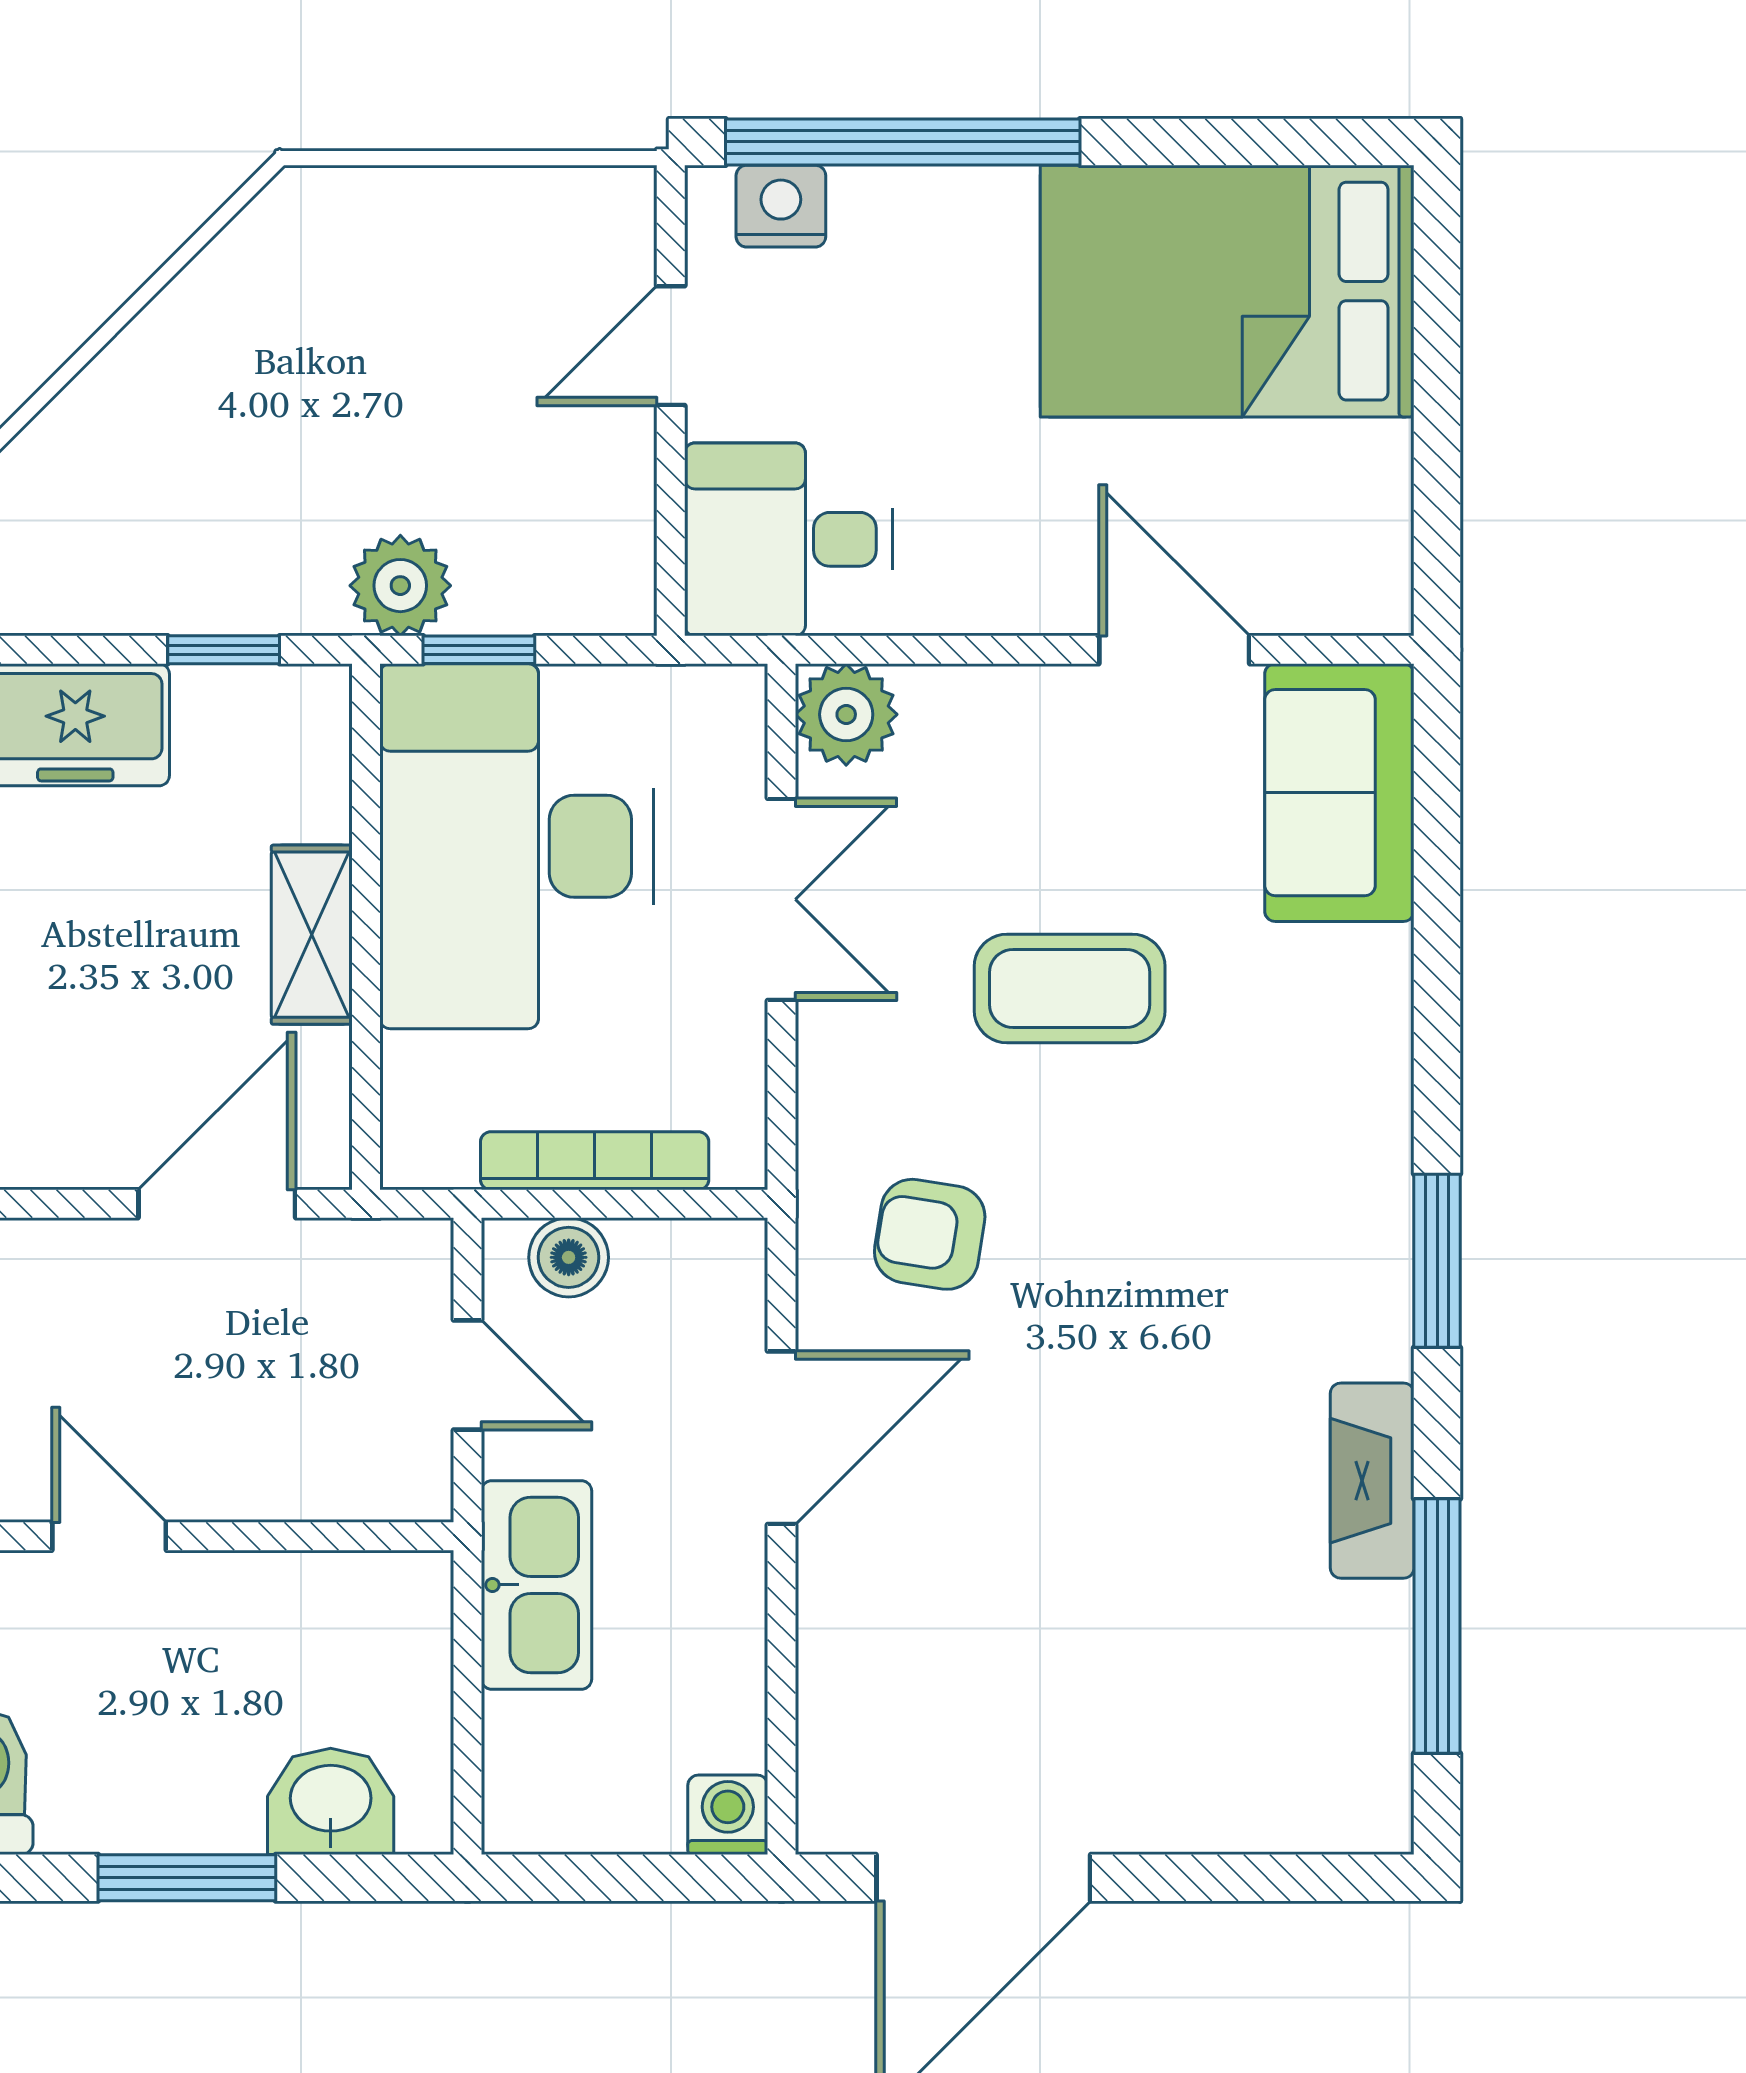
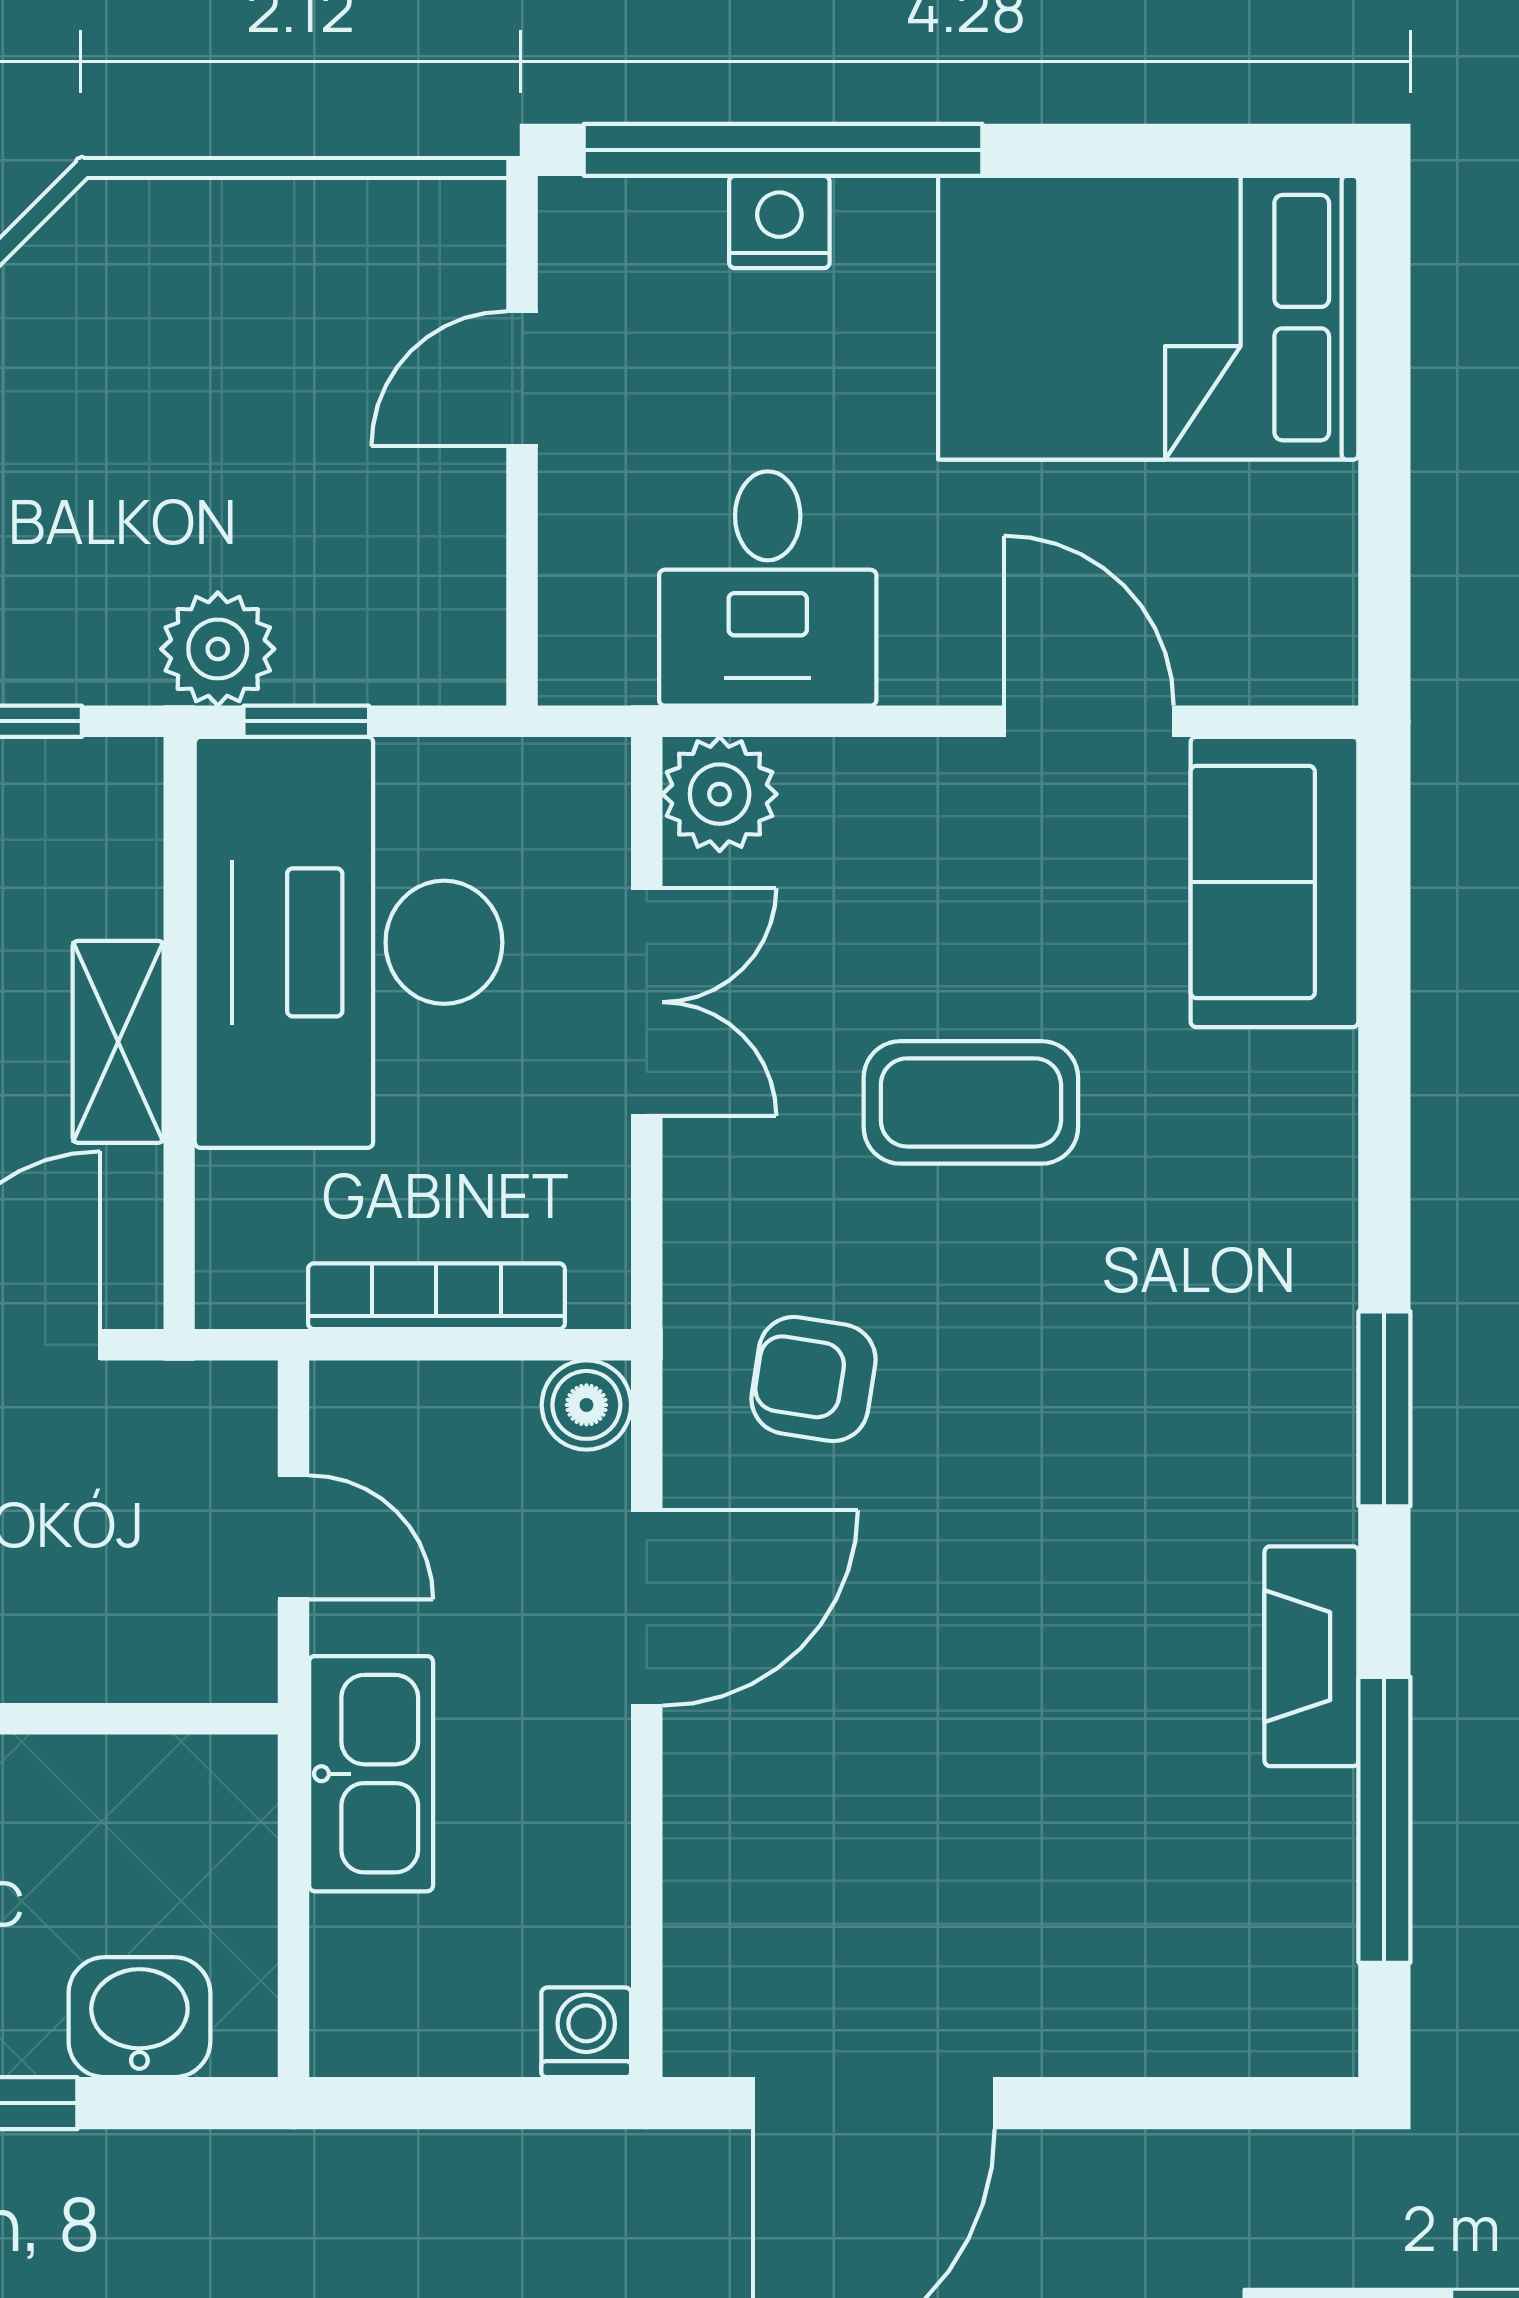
nightstand: (781, 206) -> (779, 222), moved
desk: (789, 539) -> (768, 588), moved, turned -90
boiler: (569, 1257) -> (586, 1405), moved

